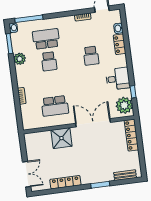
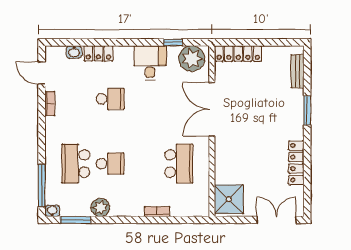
shower: (61, 138) -> (229, 199), moved

